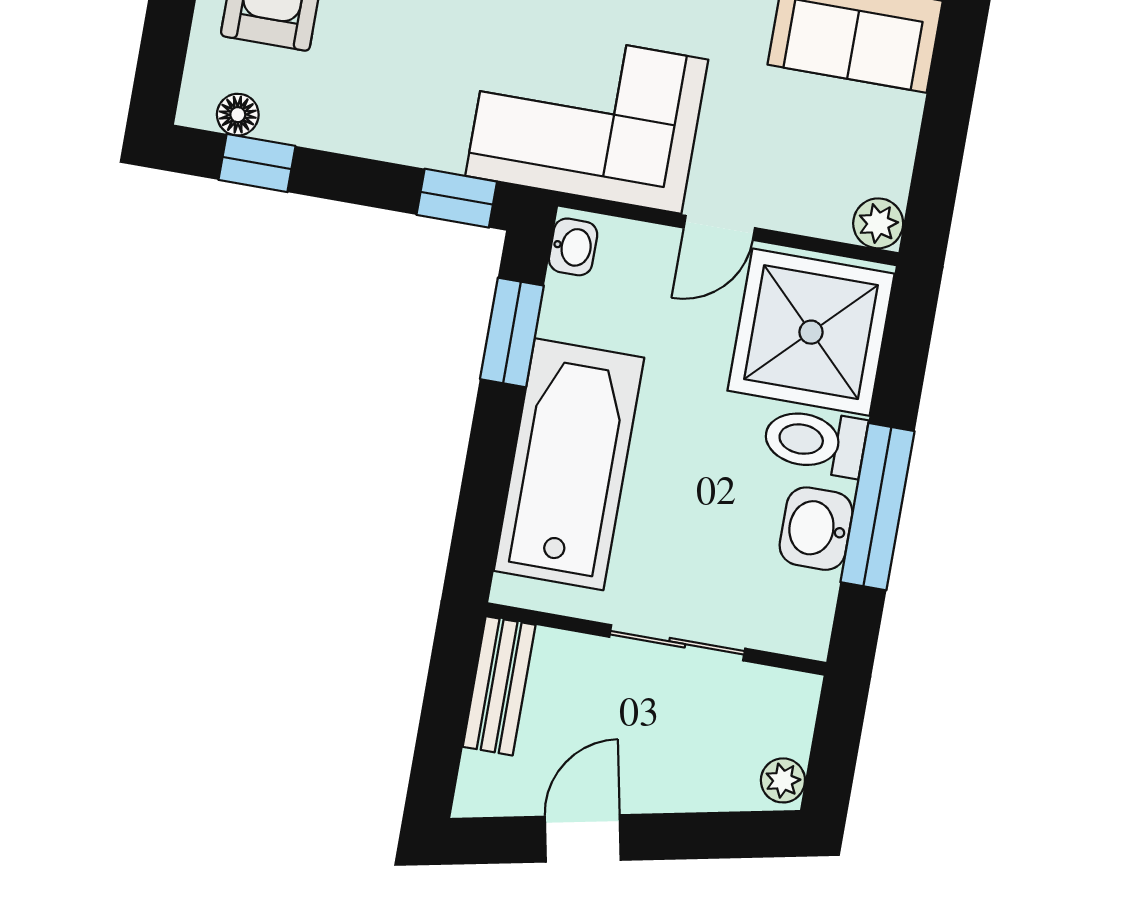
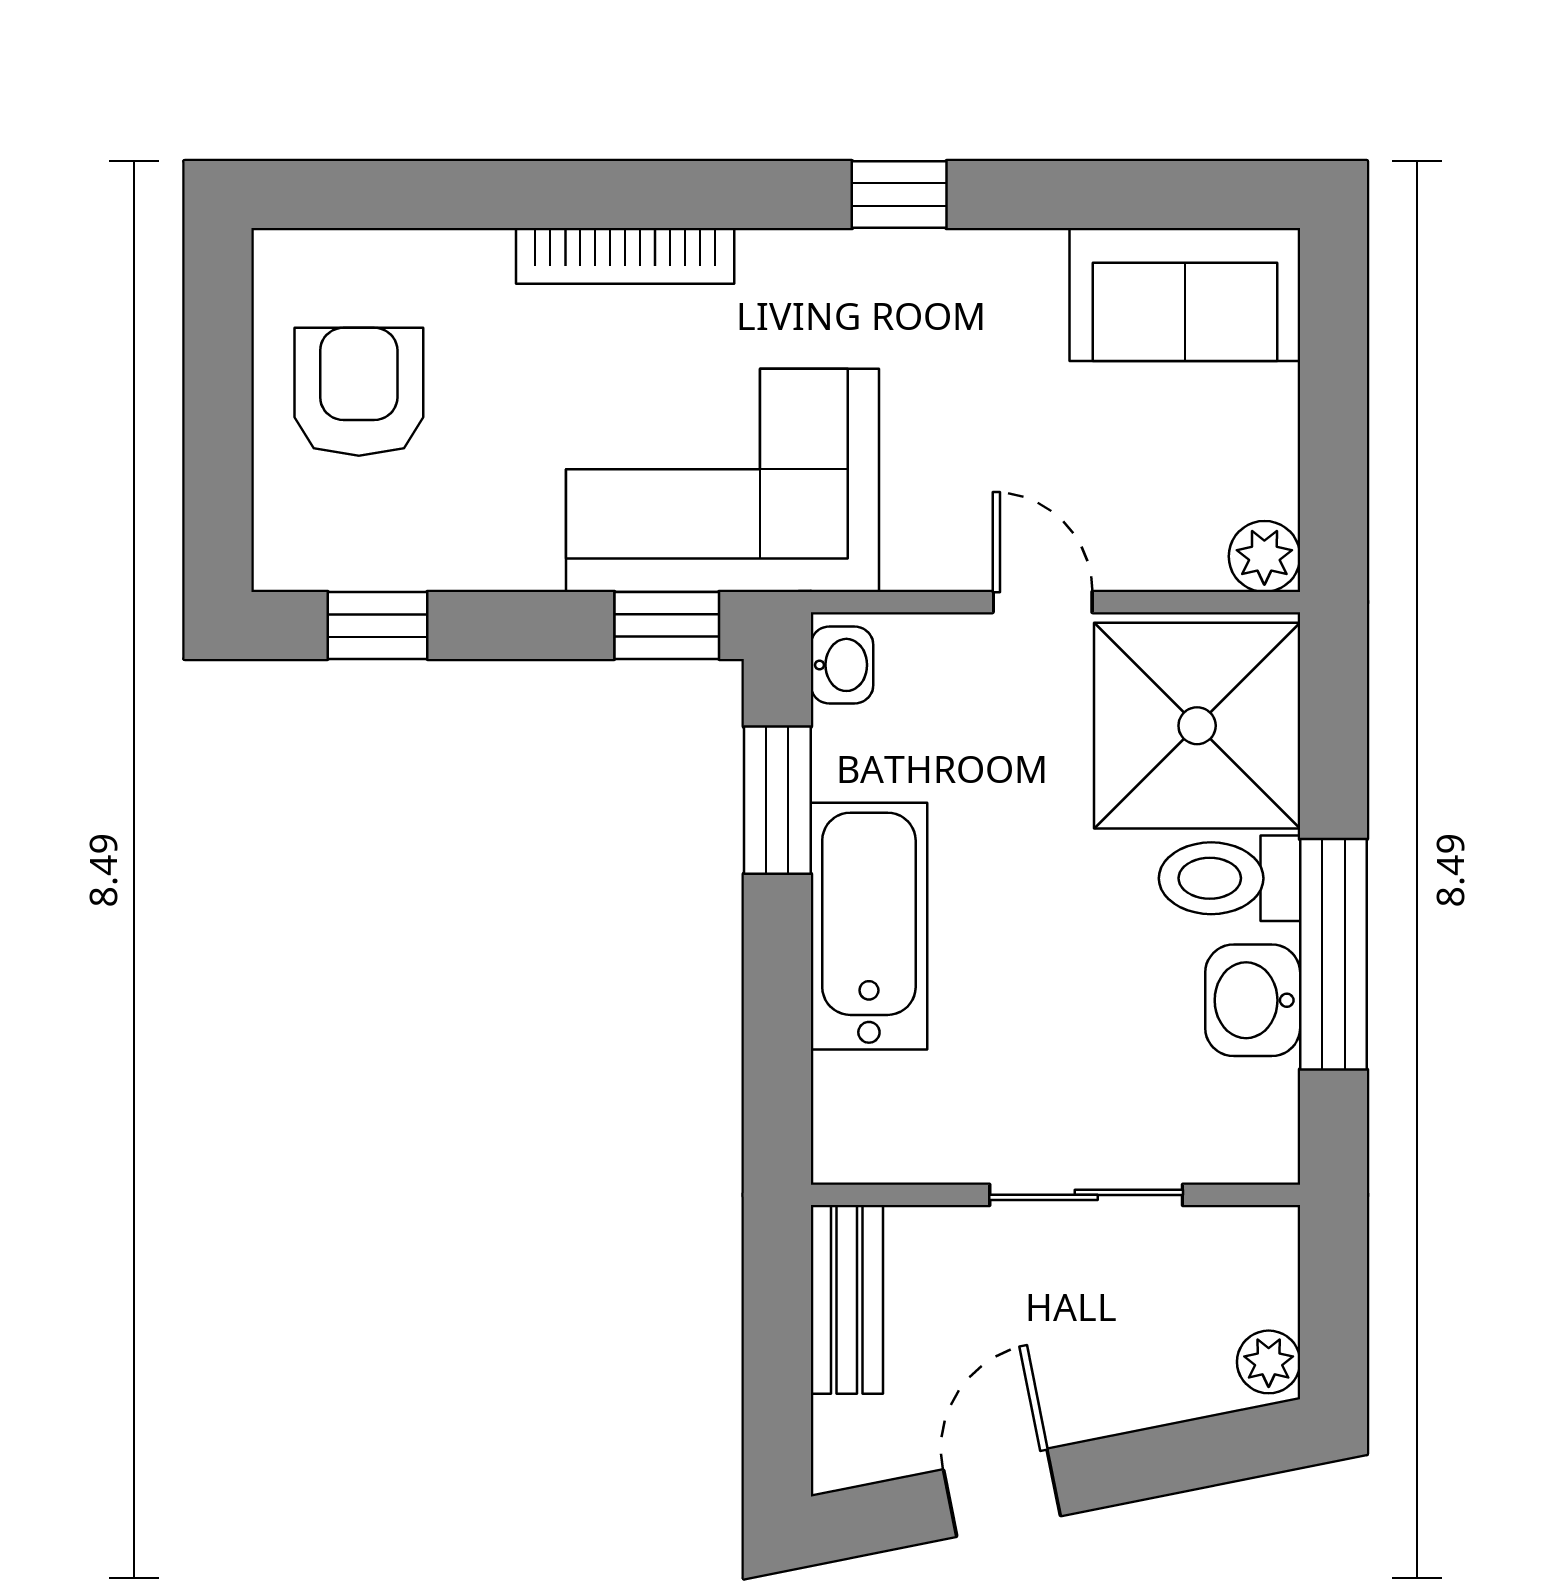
floor lamp: (238, 115) -> (339, 562), removed
corner sofa: (587, 118) -> (723, 480), moved
door: (719, 228) -> (1043, 602), swing flipped
bathtub: (569, 464) -> (869, 926), width x0.73, depth x0.73

